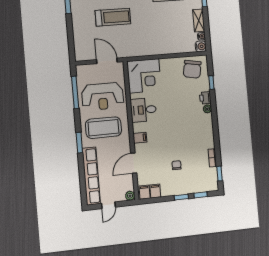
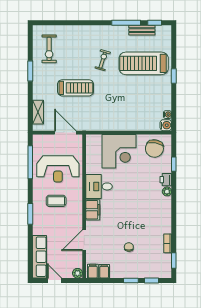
shelving: (199, 20) -> (38, 112), moved
corner desk: (144, 76) -> (119, 151), moved
coffee table: (103, 128) -> (56, 201), width x0.54, depth x0.58
filing cabinet: (140, 138) -> (93, 210), width x2.00
row of seats: (91, 176) -> (39, 257), width x0.73
door: (108, 205) -> (54, 280), swing flipped

